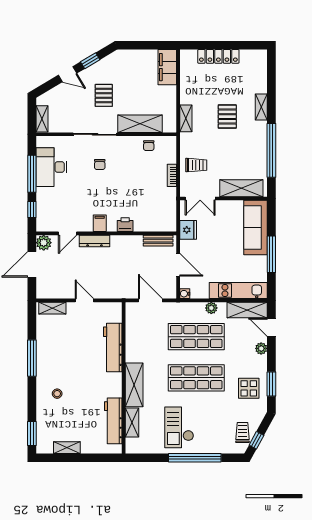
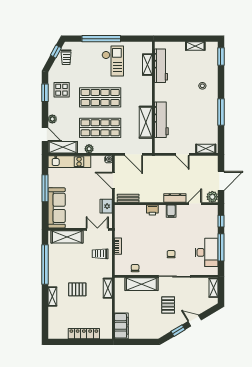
pallet: (227, 117) -> (77, 289), turned 90
shelving: (134, 385) -> (146, 122), moved

